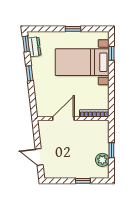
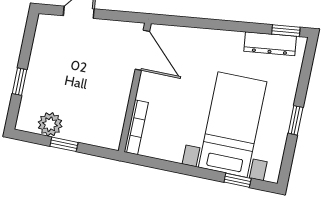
dresser: (34, 47) -> (270, 44), width x1.44
window: (29, 73) -> (232, 26), removed
door: (63, 119) -> (142, 50), moved

